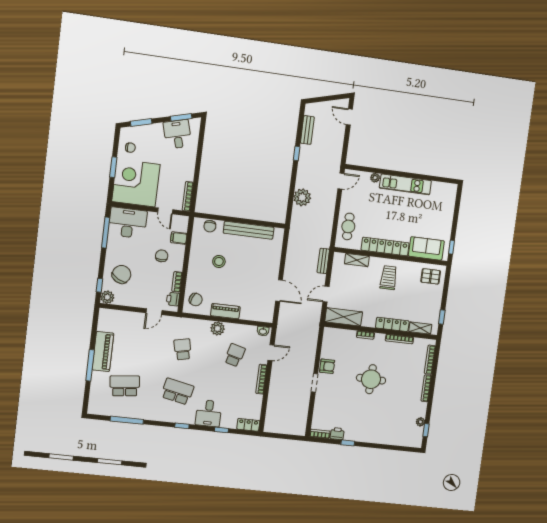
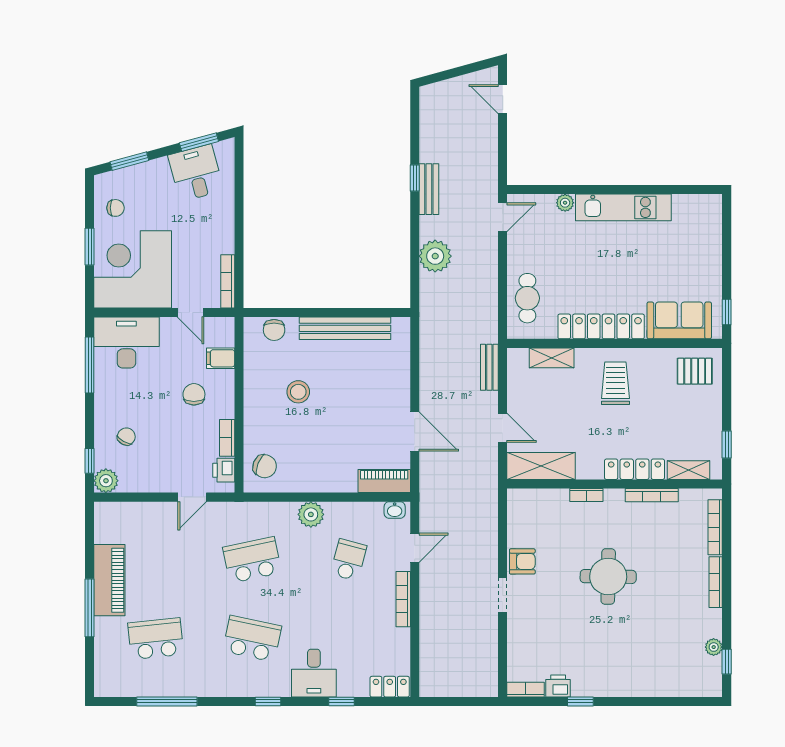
bench: (307, 130) -> (429, 189), moved
chair: (121, 274) -> (126, 437), width x0.54, depth x0.54
door: (326, 294) -> (503, 428), swing flipped
piano: (225, 311) -> (384, 481), moved
school desk: (183, 349) -> (252, 560), width x1.85

